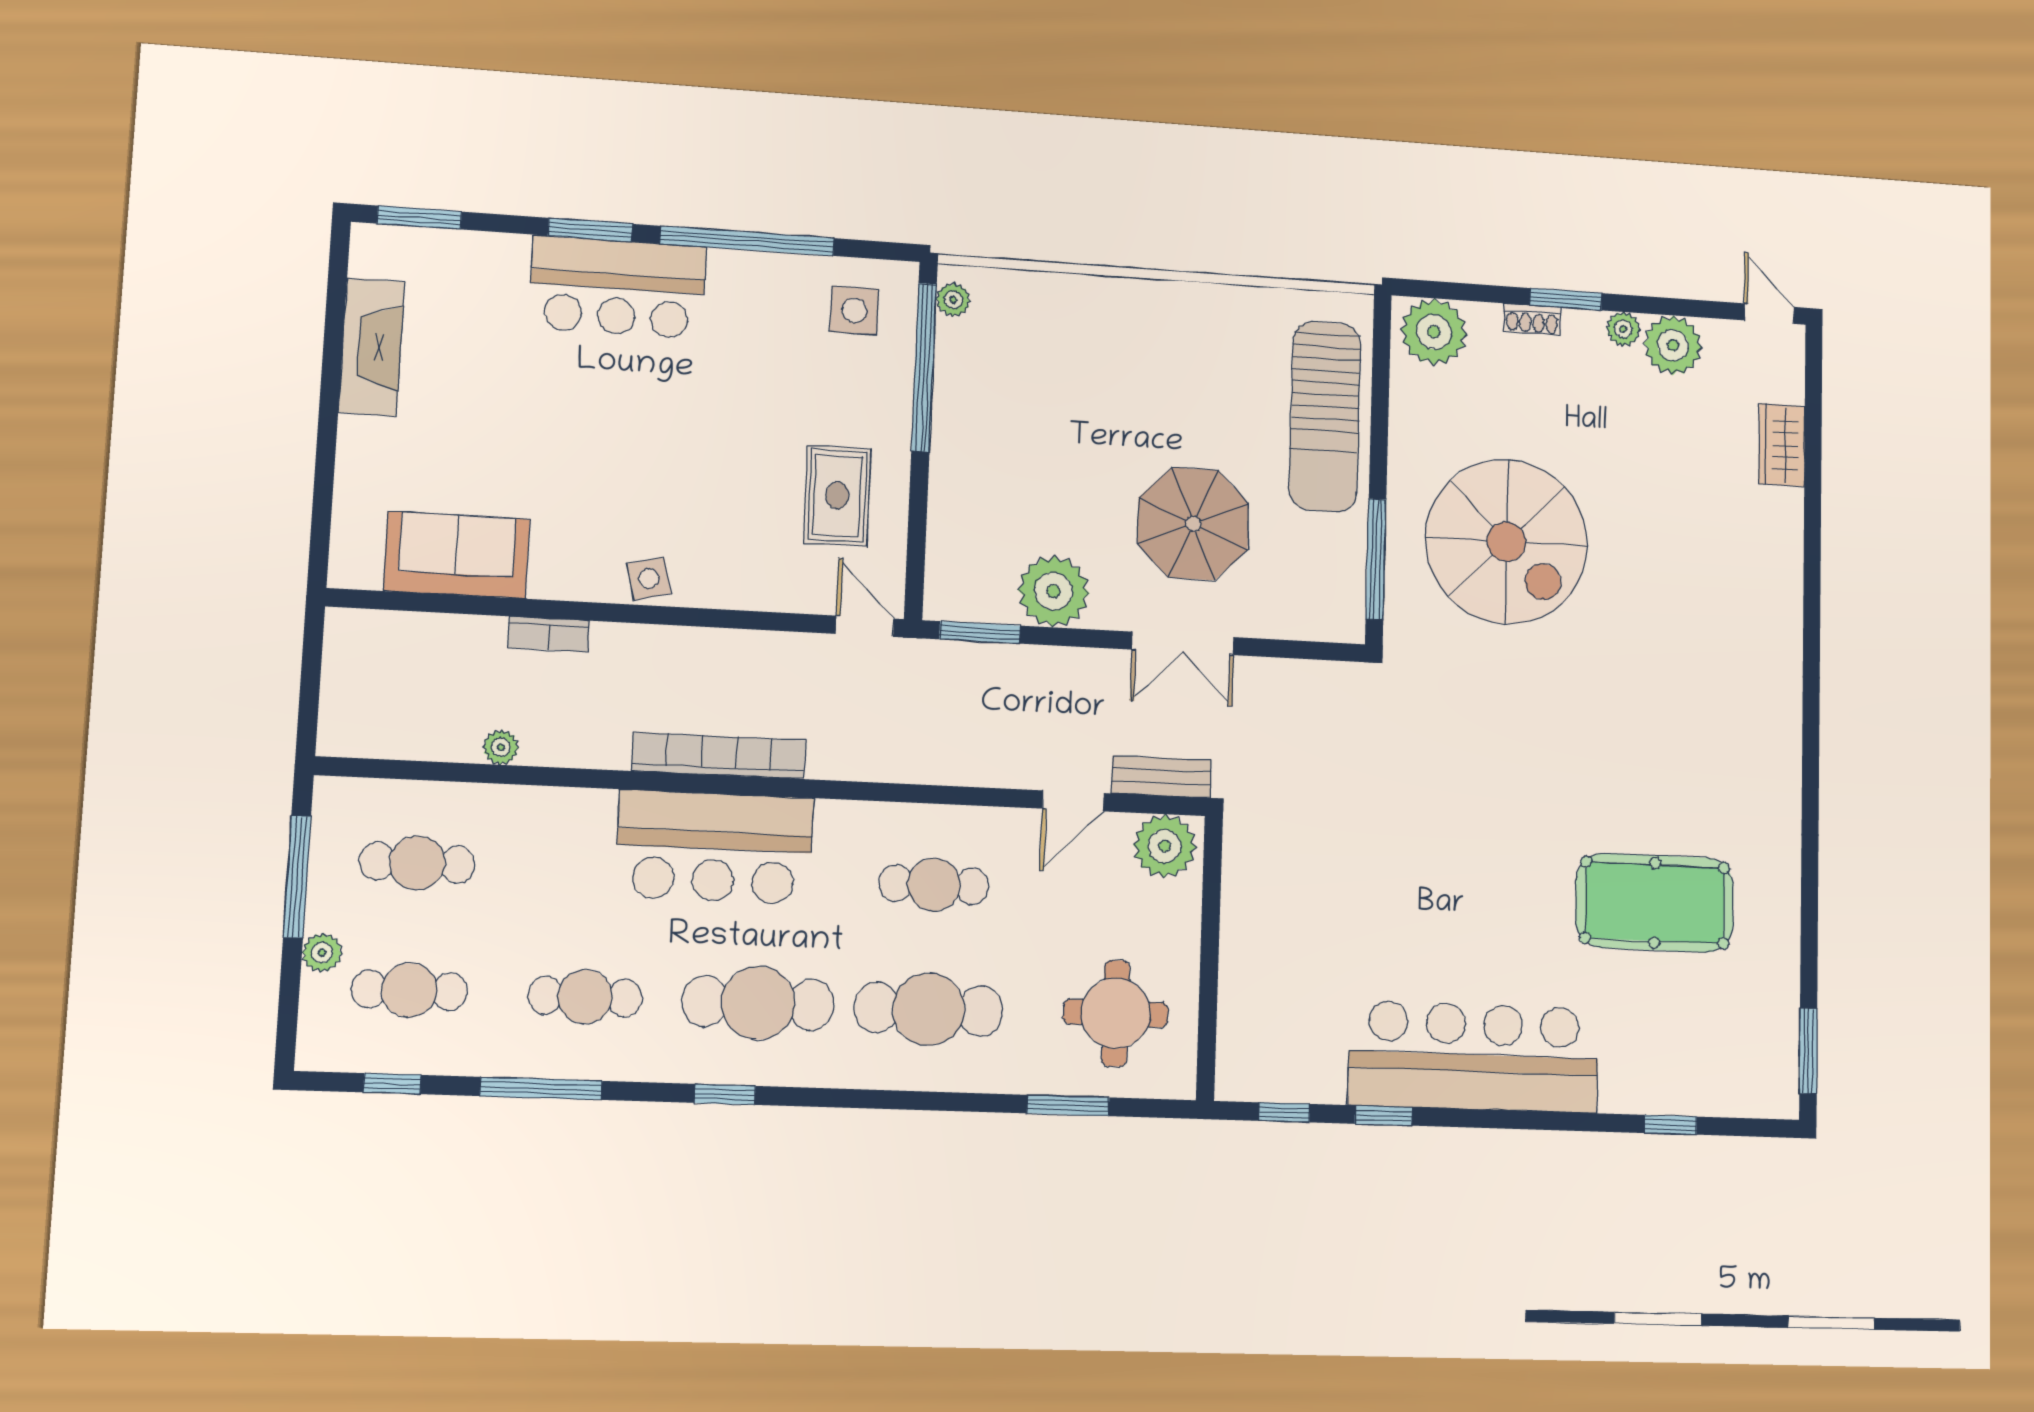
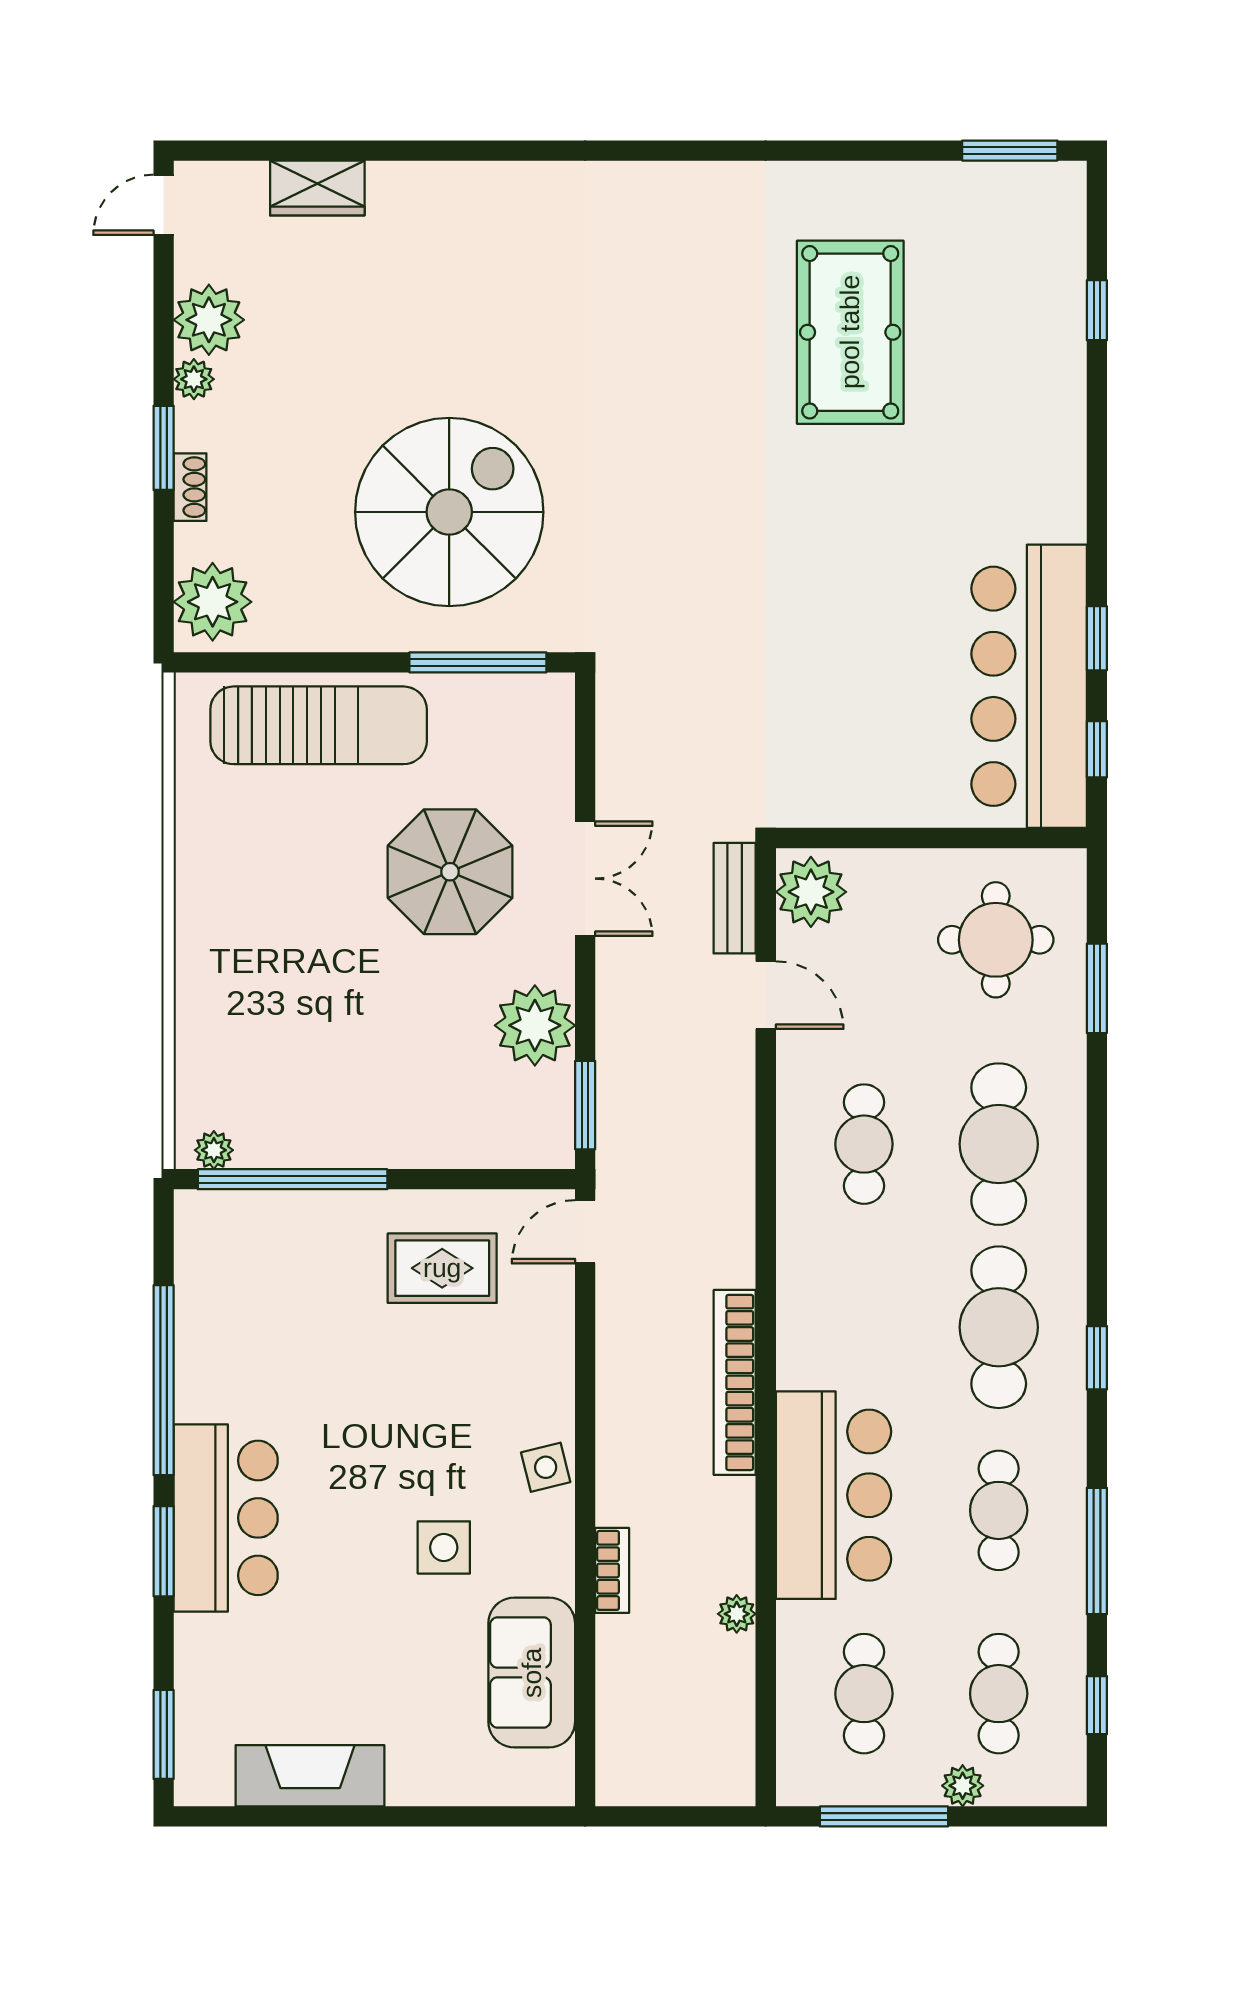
side table: (854, 310) -> (444, 1547), moved
bar counter: (715, 847) -> (833, 1495), moved
bar counter: (1474, 1057) -> (1029, 686), moved

